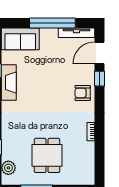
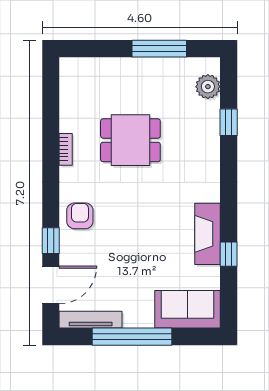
armchair: (83, 93) -> (80, 216), turned -90
dining table: (47, 155) -> (130, 140), moved, turned 90

